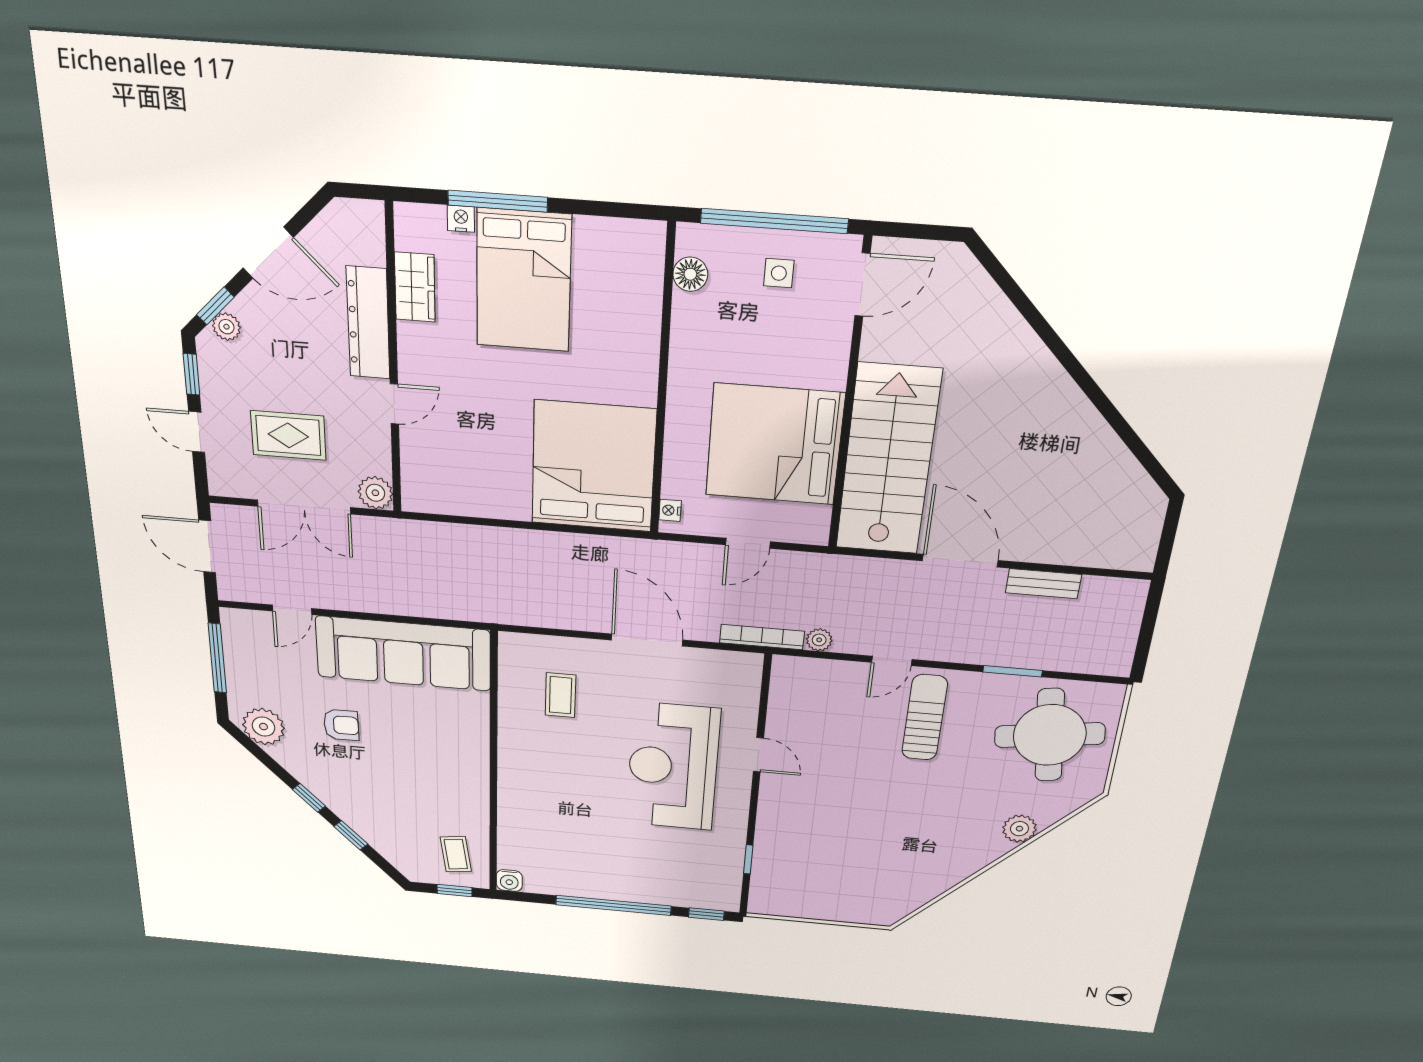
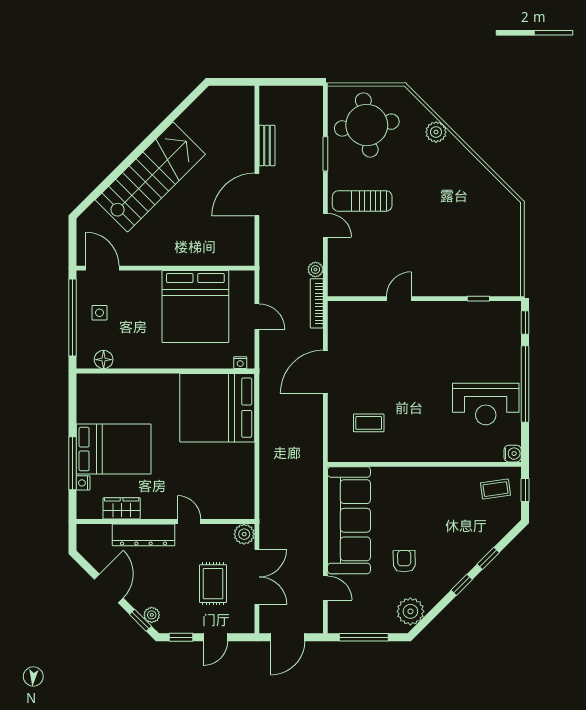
stairs: (888, 460) -> (150, 177), moved, turned 135
reception desk: (673, 767) -> (486, 404), moved, width x0.74, depth x0.77

